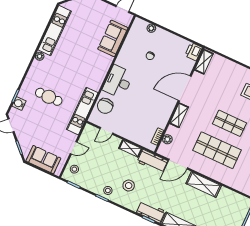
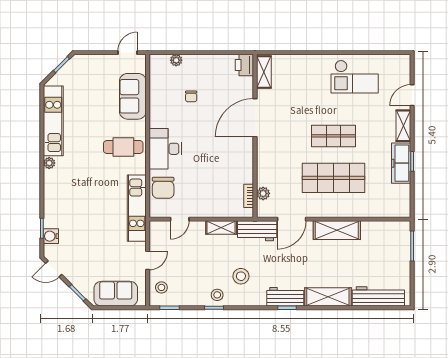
cafe table: (49, 97) -> (123, 147), moved
shelving: (179, 115) -> (264, 156), removed

